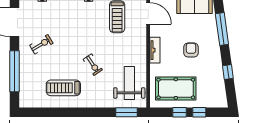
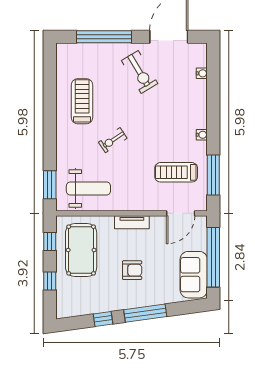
window: (222, 29) -> (145, 313), moved
exercise bike: (41, 44) -> (140, 72), width x1.38, depth x1.39
window: (179, 112) -> (50, 242), moved

